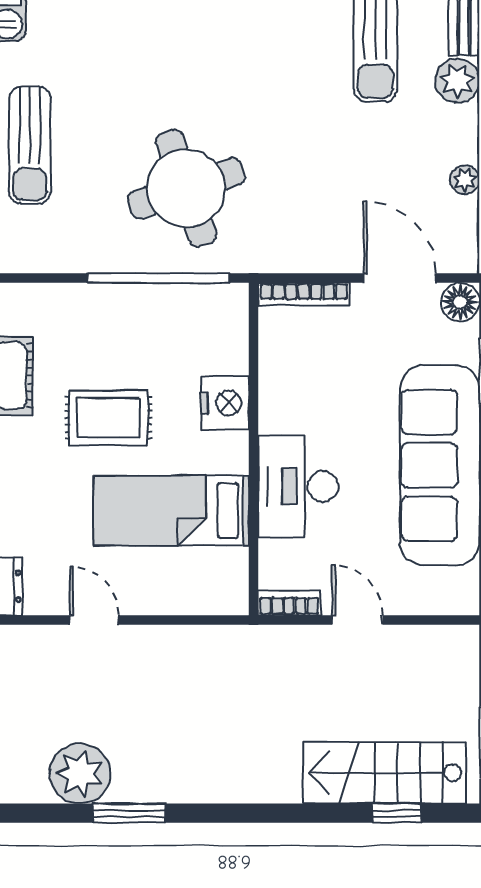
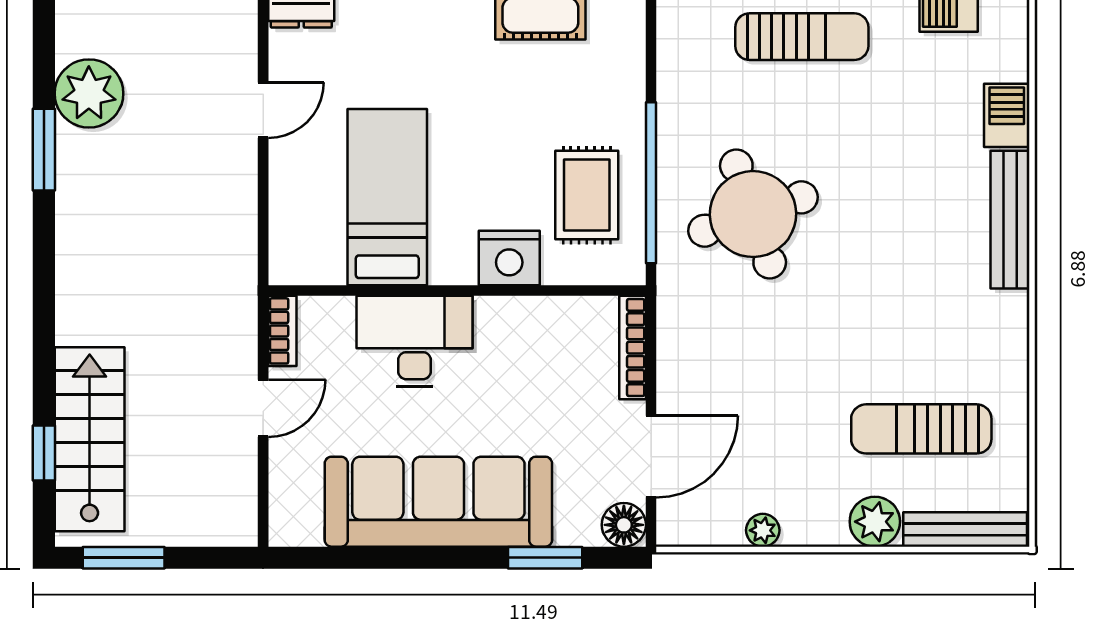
sun lounger: (30, 145) -> (802, 37), turned 180
rug: (109, 418) -> (587, 195), moved

